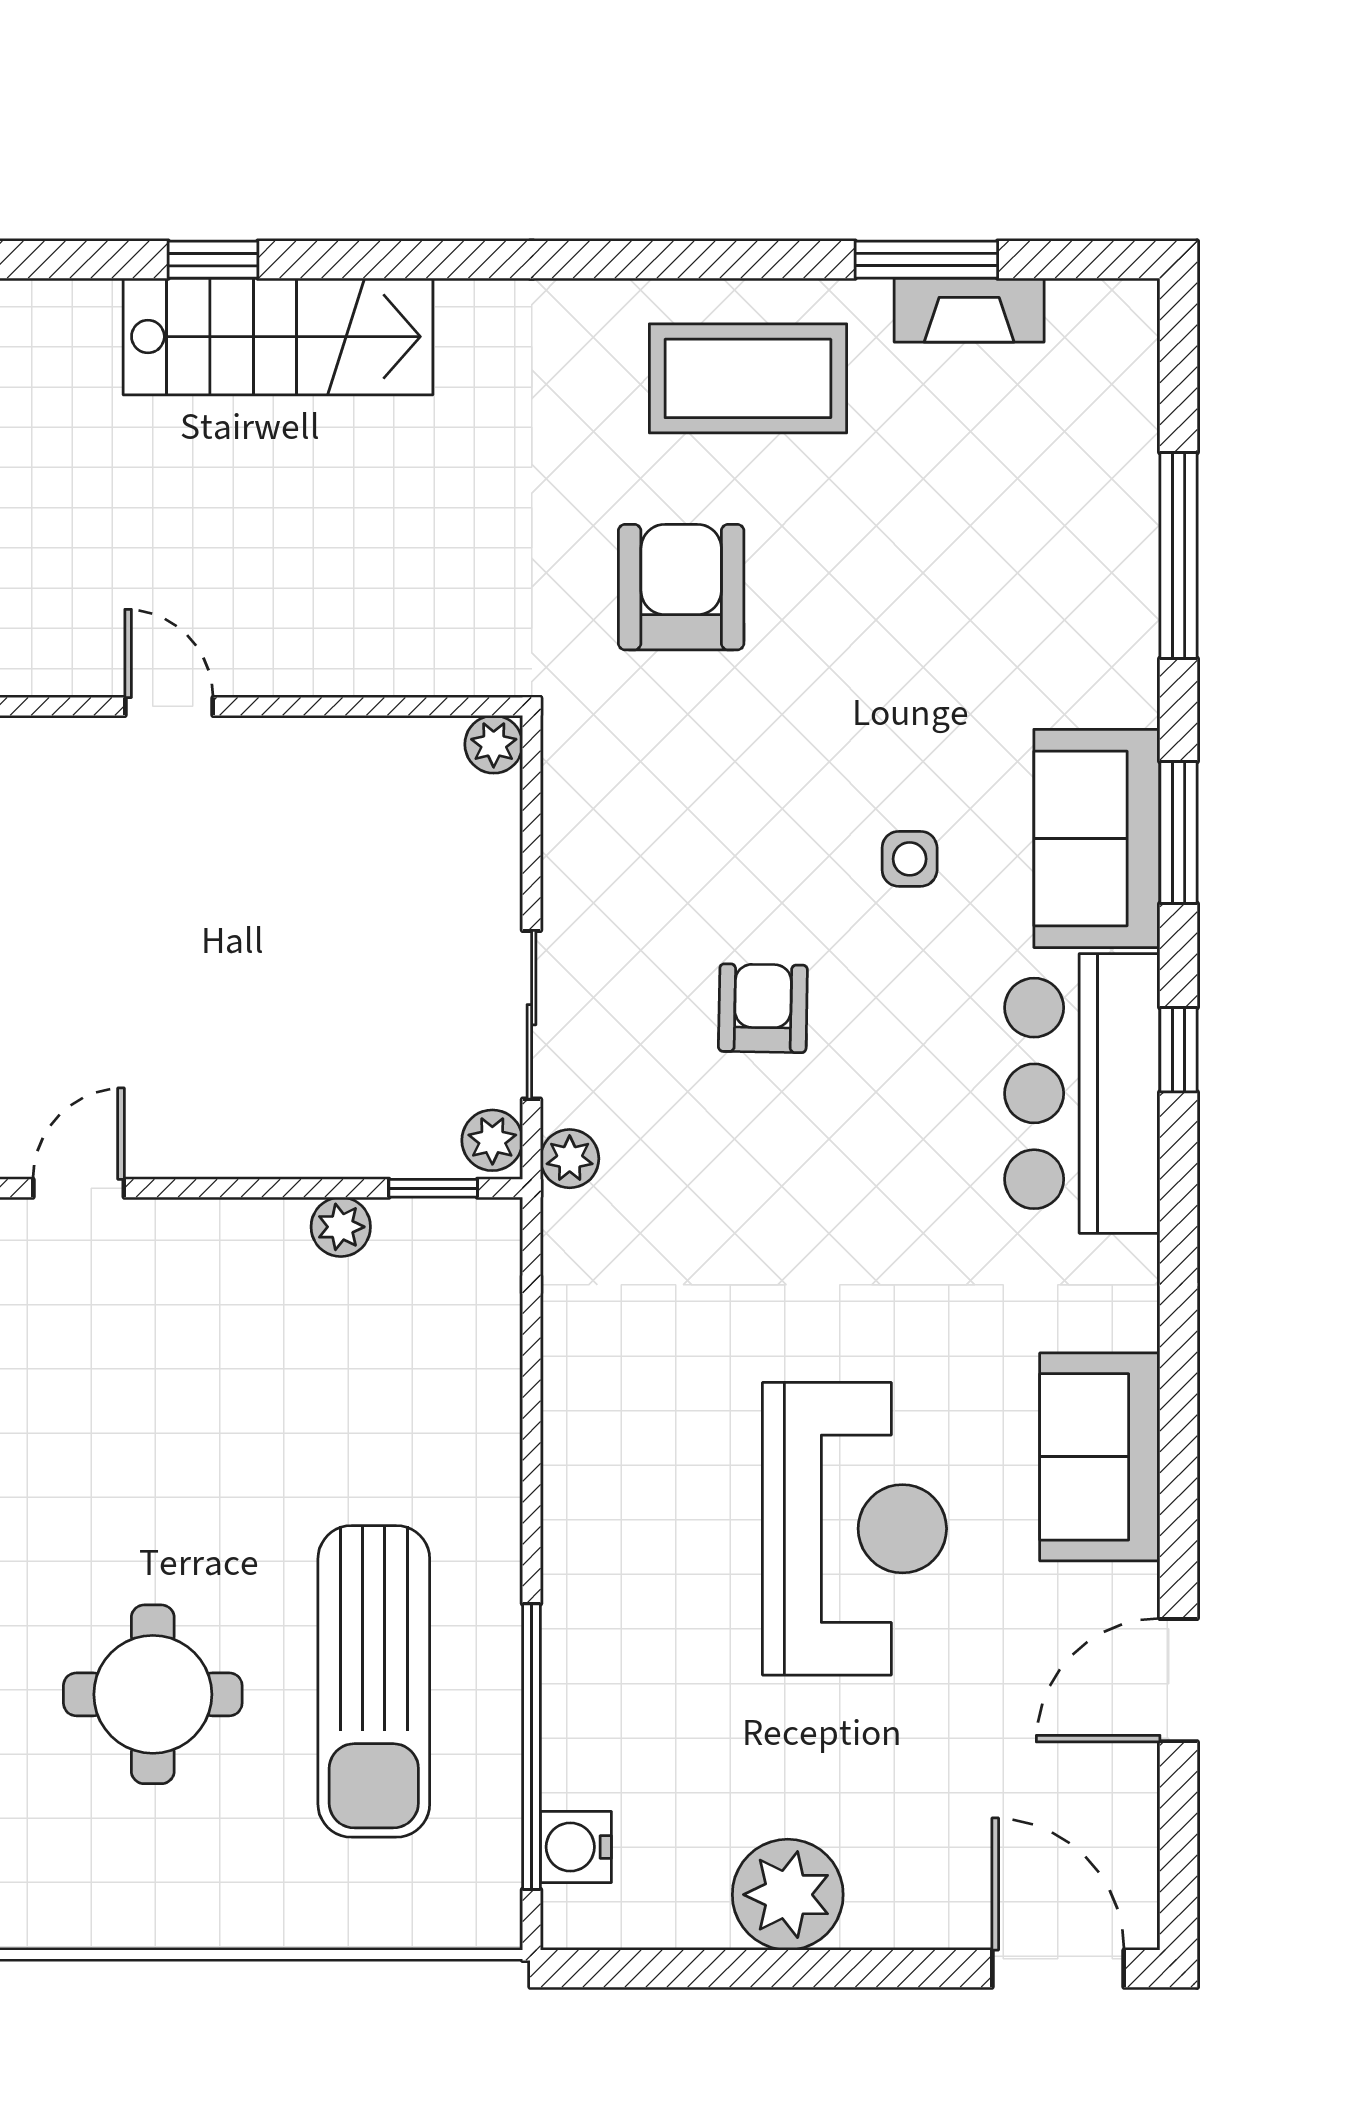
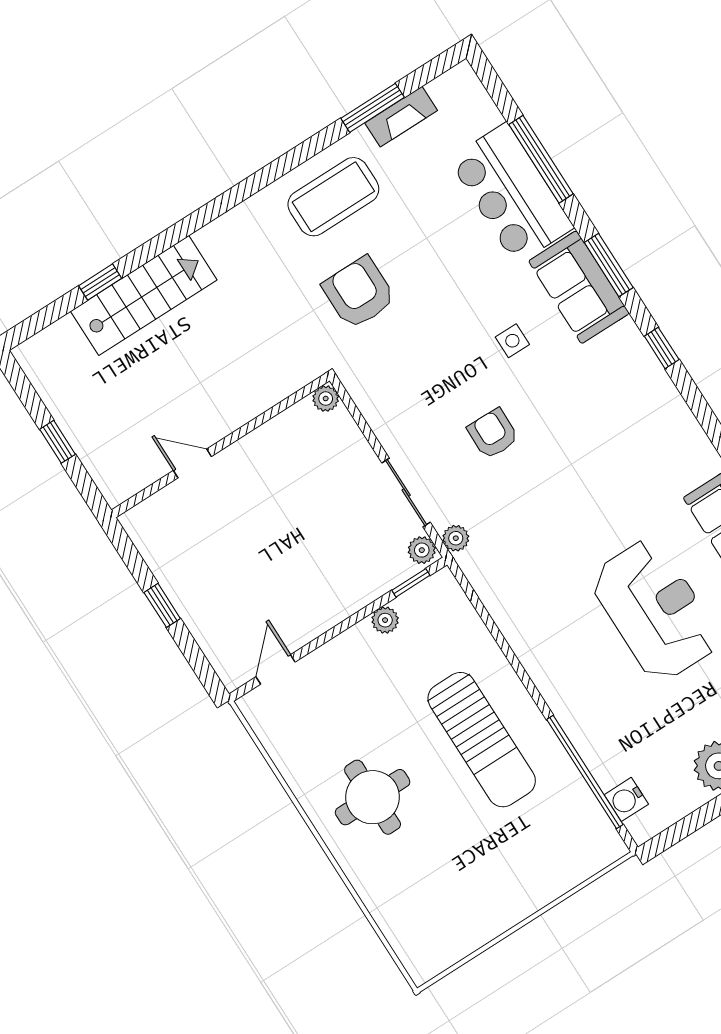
bar counter: (1082, 1093) -> (511, 193), moved
sun lounger: (374, 1681) -> (482, 740), moved
round table: (153, 1694) -> (373, 797), moved

